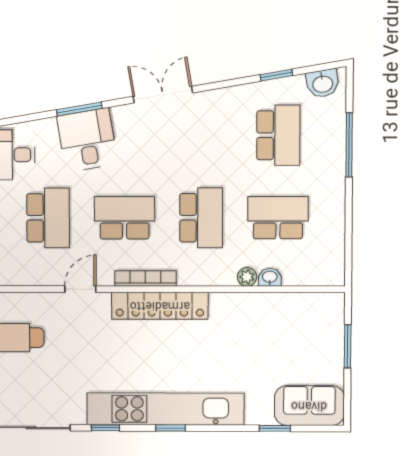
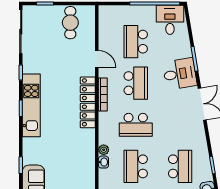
school desk: (278, 135) -> (180, 166), turned -90
desk: (87, 140) -> (180, 74), moved
school desk: (48, 218) -> (136, 42), turned 90
school desk: (278, 218) -> (136, 166), turned 180
kitchen unit: (165, 409) -> (31, 105), width x0.73

